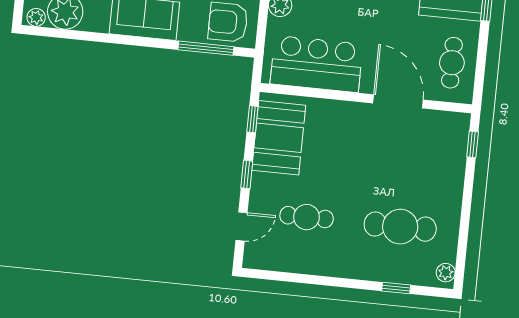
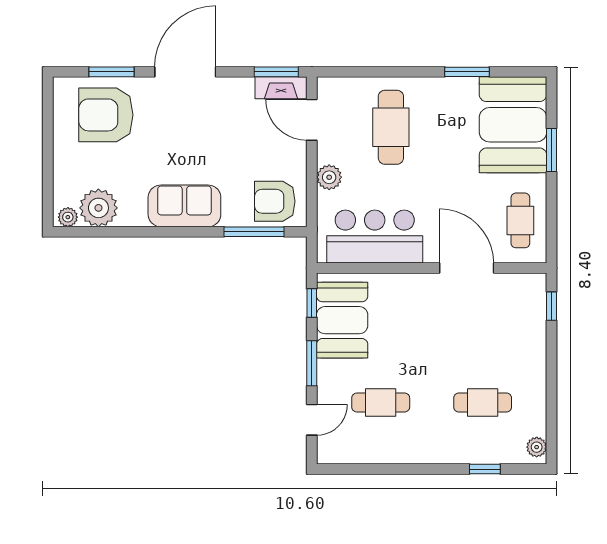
window: (247, 174) -> (312, 363), width x1.50
cafe table: (400, 227) -> (483, 403), width x0.73, depth x0.74

